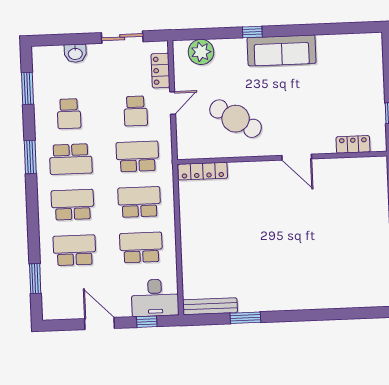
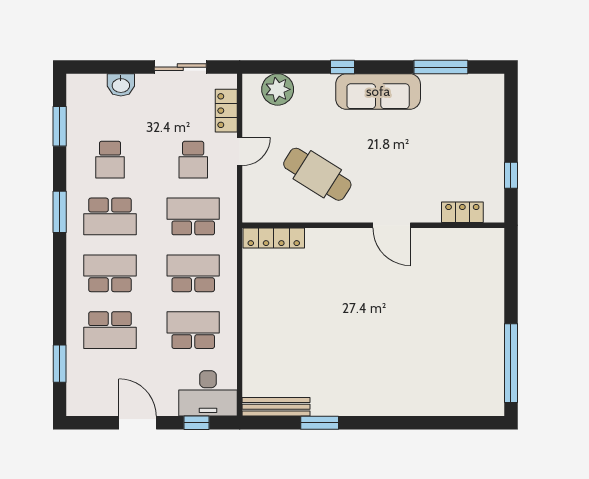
window: (331, 29) -> (441, 67), added
school desk: (74, 250) -> (110, 330), turned 180

